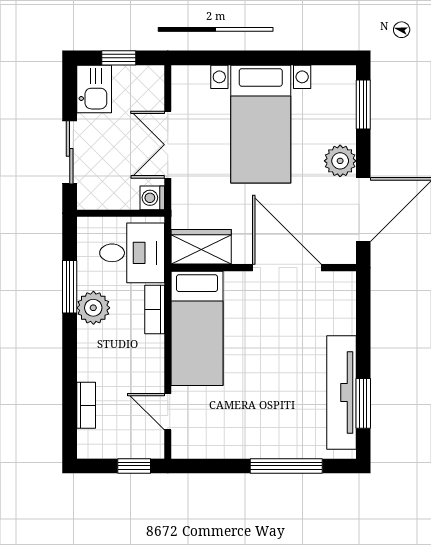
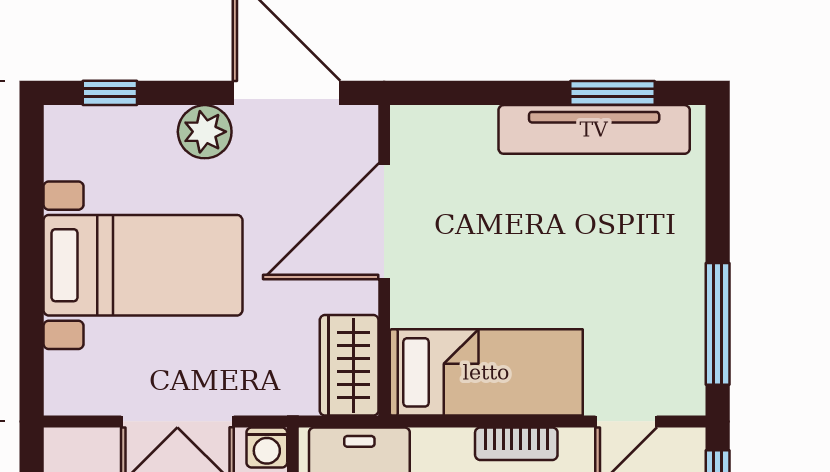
window: (363, 104) -> (110, 93), width x0.67
bookcase: (155, 310) -> (516, 444), moved
window: (286, 466) -> (718, 324), moved

